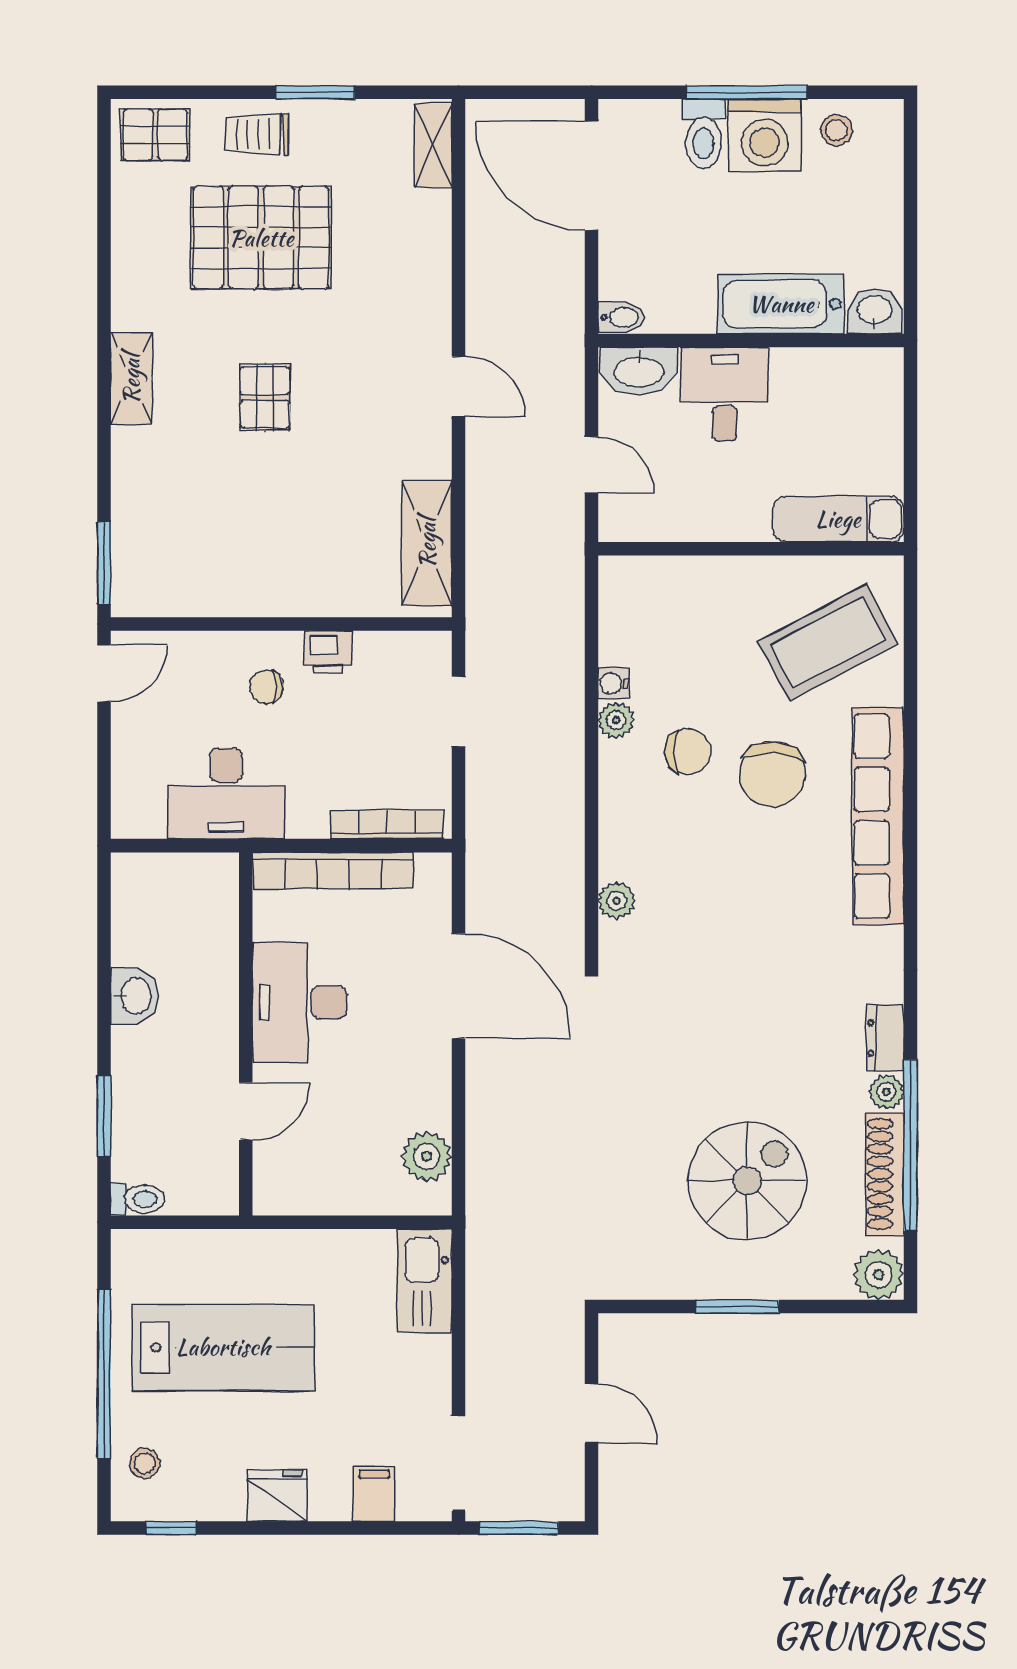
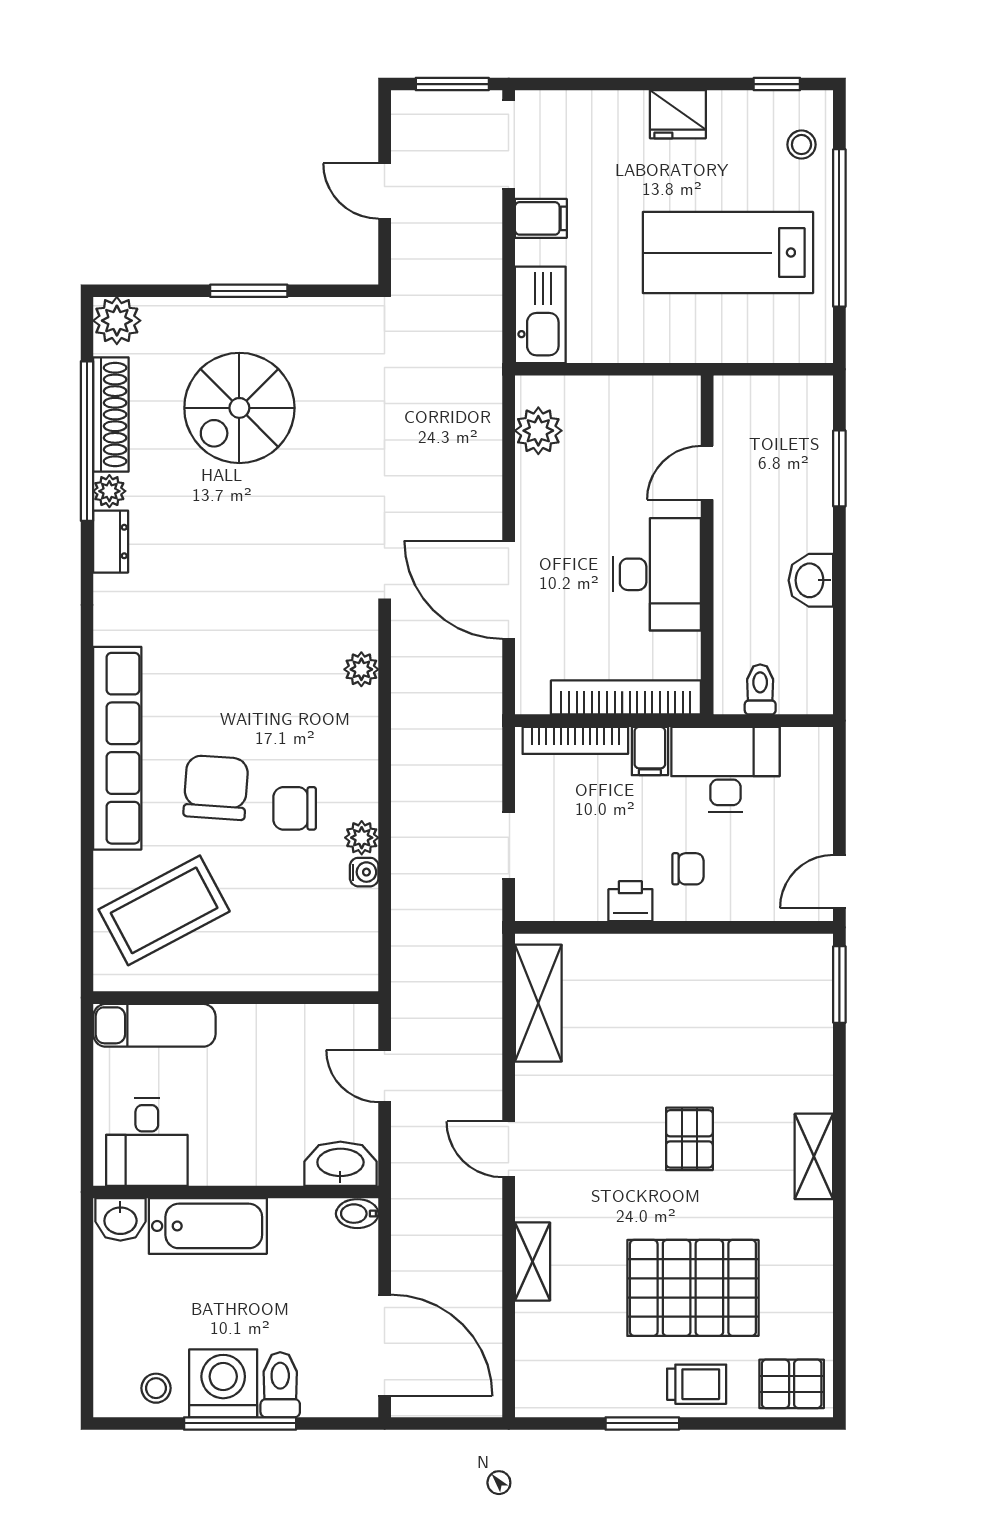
shelving: (433, 145) -> (532, 1261), moved
desk: (725, 394) -> (147, 1142), moved
filing cabinet: (307, 813) -> (650, 751), added
toilet: (138, 1199) -> (760, 689), moved, turned 90
filing cabinet: (374, 1494) -> (541, 218), moved, turned -90

